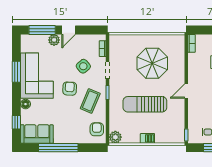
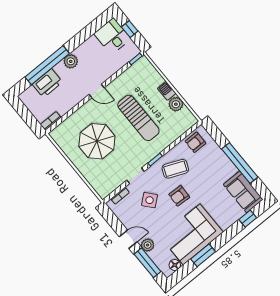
floor lamp: (26, 104) -> (175, 265), moved
plant: (115, 137) -> (176, 104), moved

